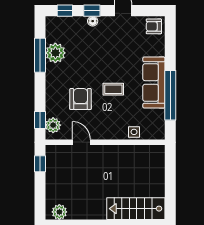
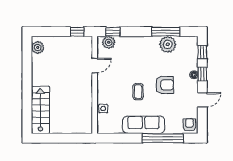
window: (170, 95) -> (163, 138), moved
armchair: (81, 99) -> (165, 85), moved

